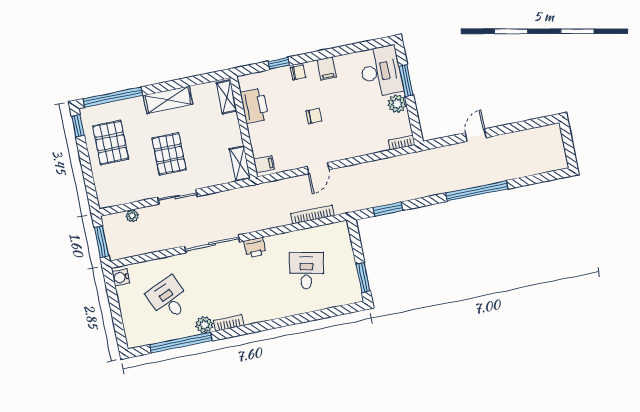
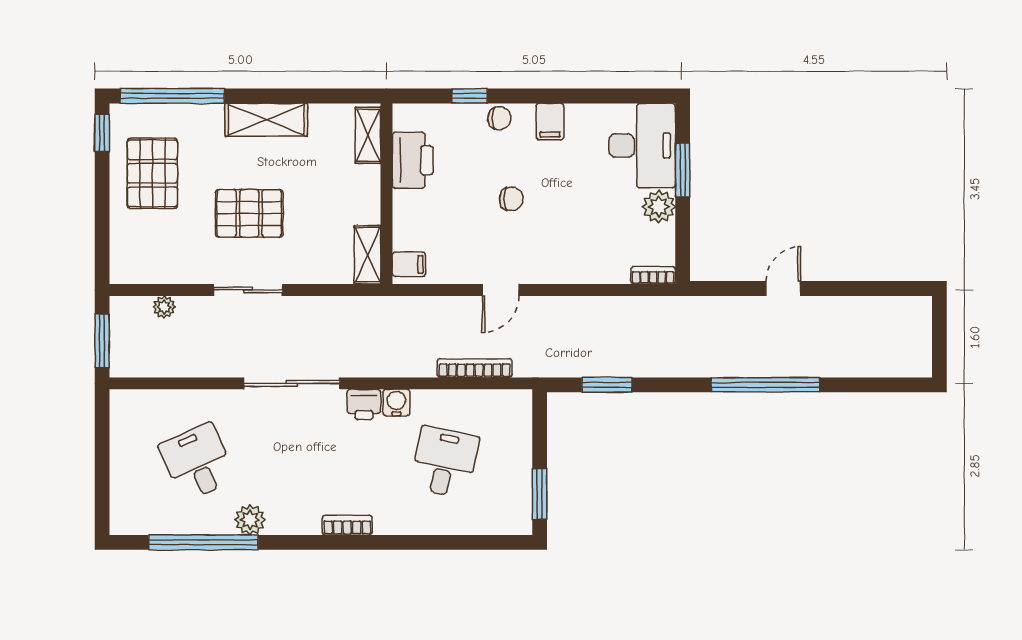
pallet: (169, 154) -> (249, 213), turned 90
water cooler: (121, 277) -> (396, 403), moved, turned 90
bookcase: (229, 323) -> (347, 525), moved

